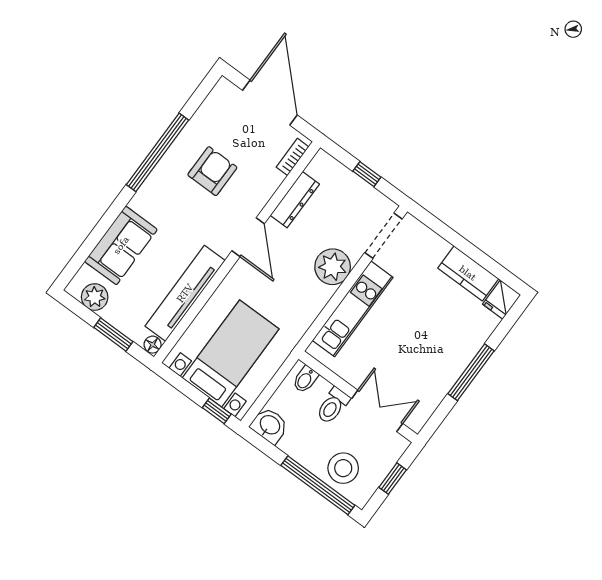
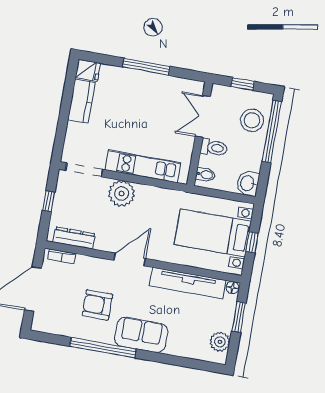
dresser: (295, 200) -> (74, 238), moved
sofa: (121, 245) -> (141, 335), moved
window: (217, 411) -> (252, 242), moved

